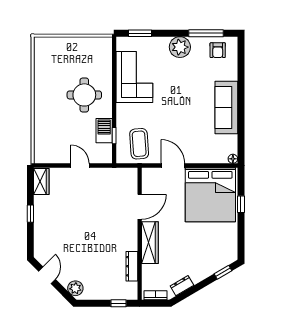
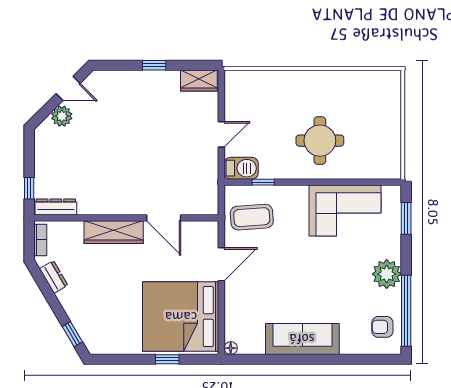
window: (206, 33) -> (406, 311), width x1.46
barbecue: (104, 131) -> (241, 168), moved
dresser: (132, 266) -> (56, 207), moved
plant: (75, 288) -> (62, 116), moved

